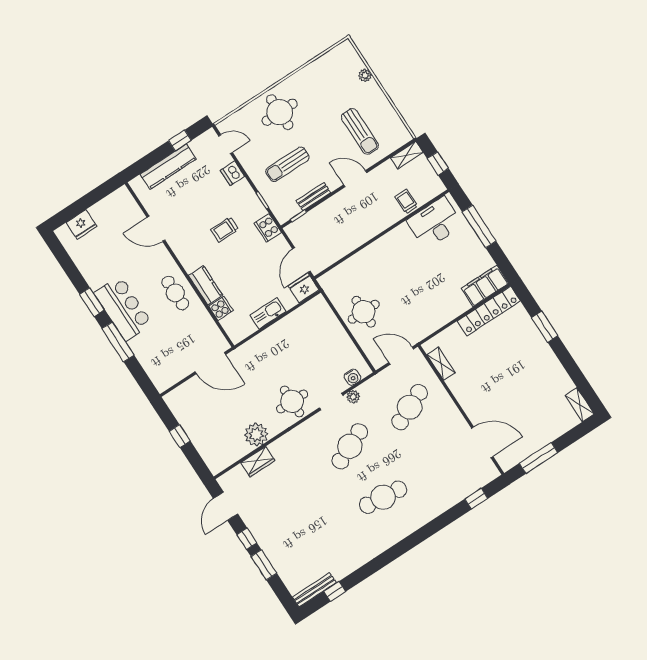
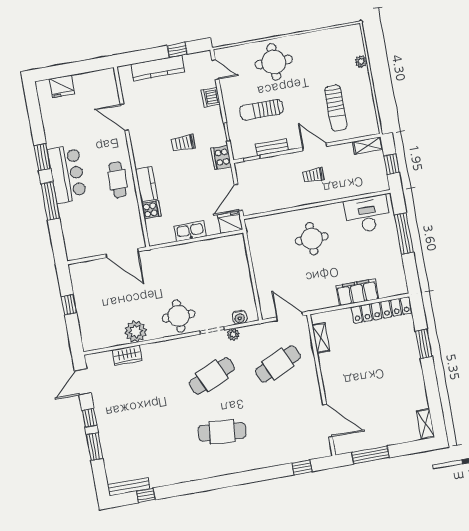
trolley: (406, 201) -> (313, 175), moved, turned -90
filing cabinet: (485, 286) -> (357, 292), moved
round table: (364, 312) -> (312, 239), moved

